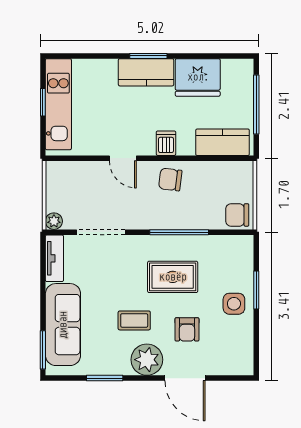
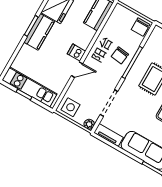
dishwasher: (166, 143) -> (76, 52), moved
chair: (170, 179) -> (120, 55), moved
side table: (63, 180) -> (71, 107), added

